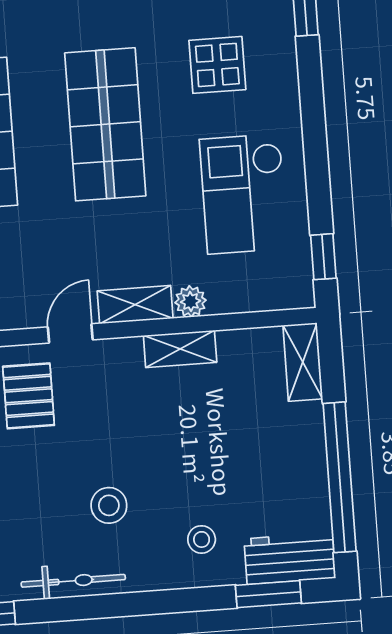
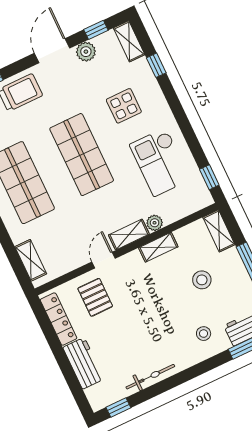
stool: (109, 505) -> (202, 280), moved

